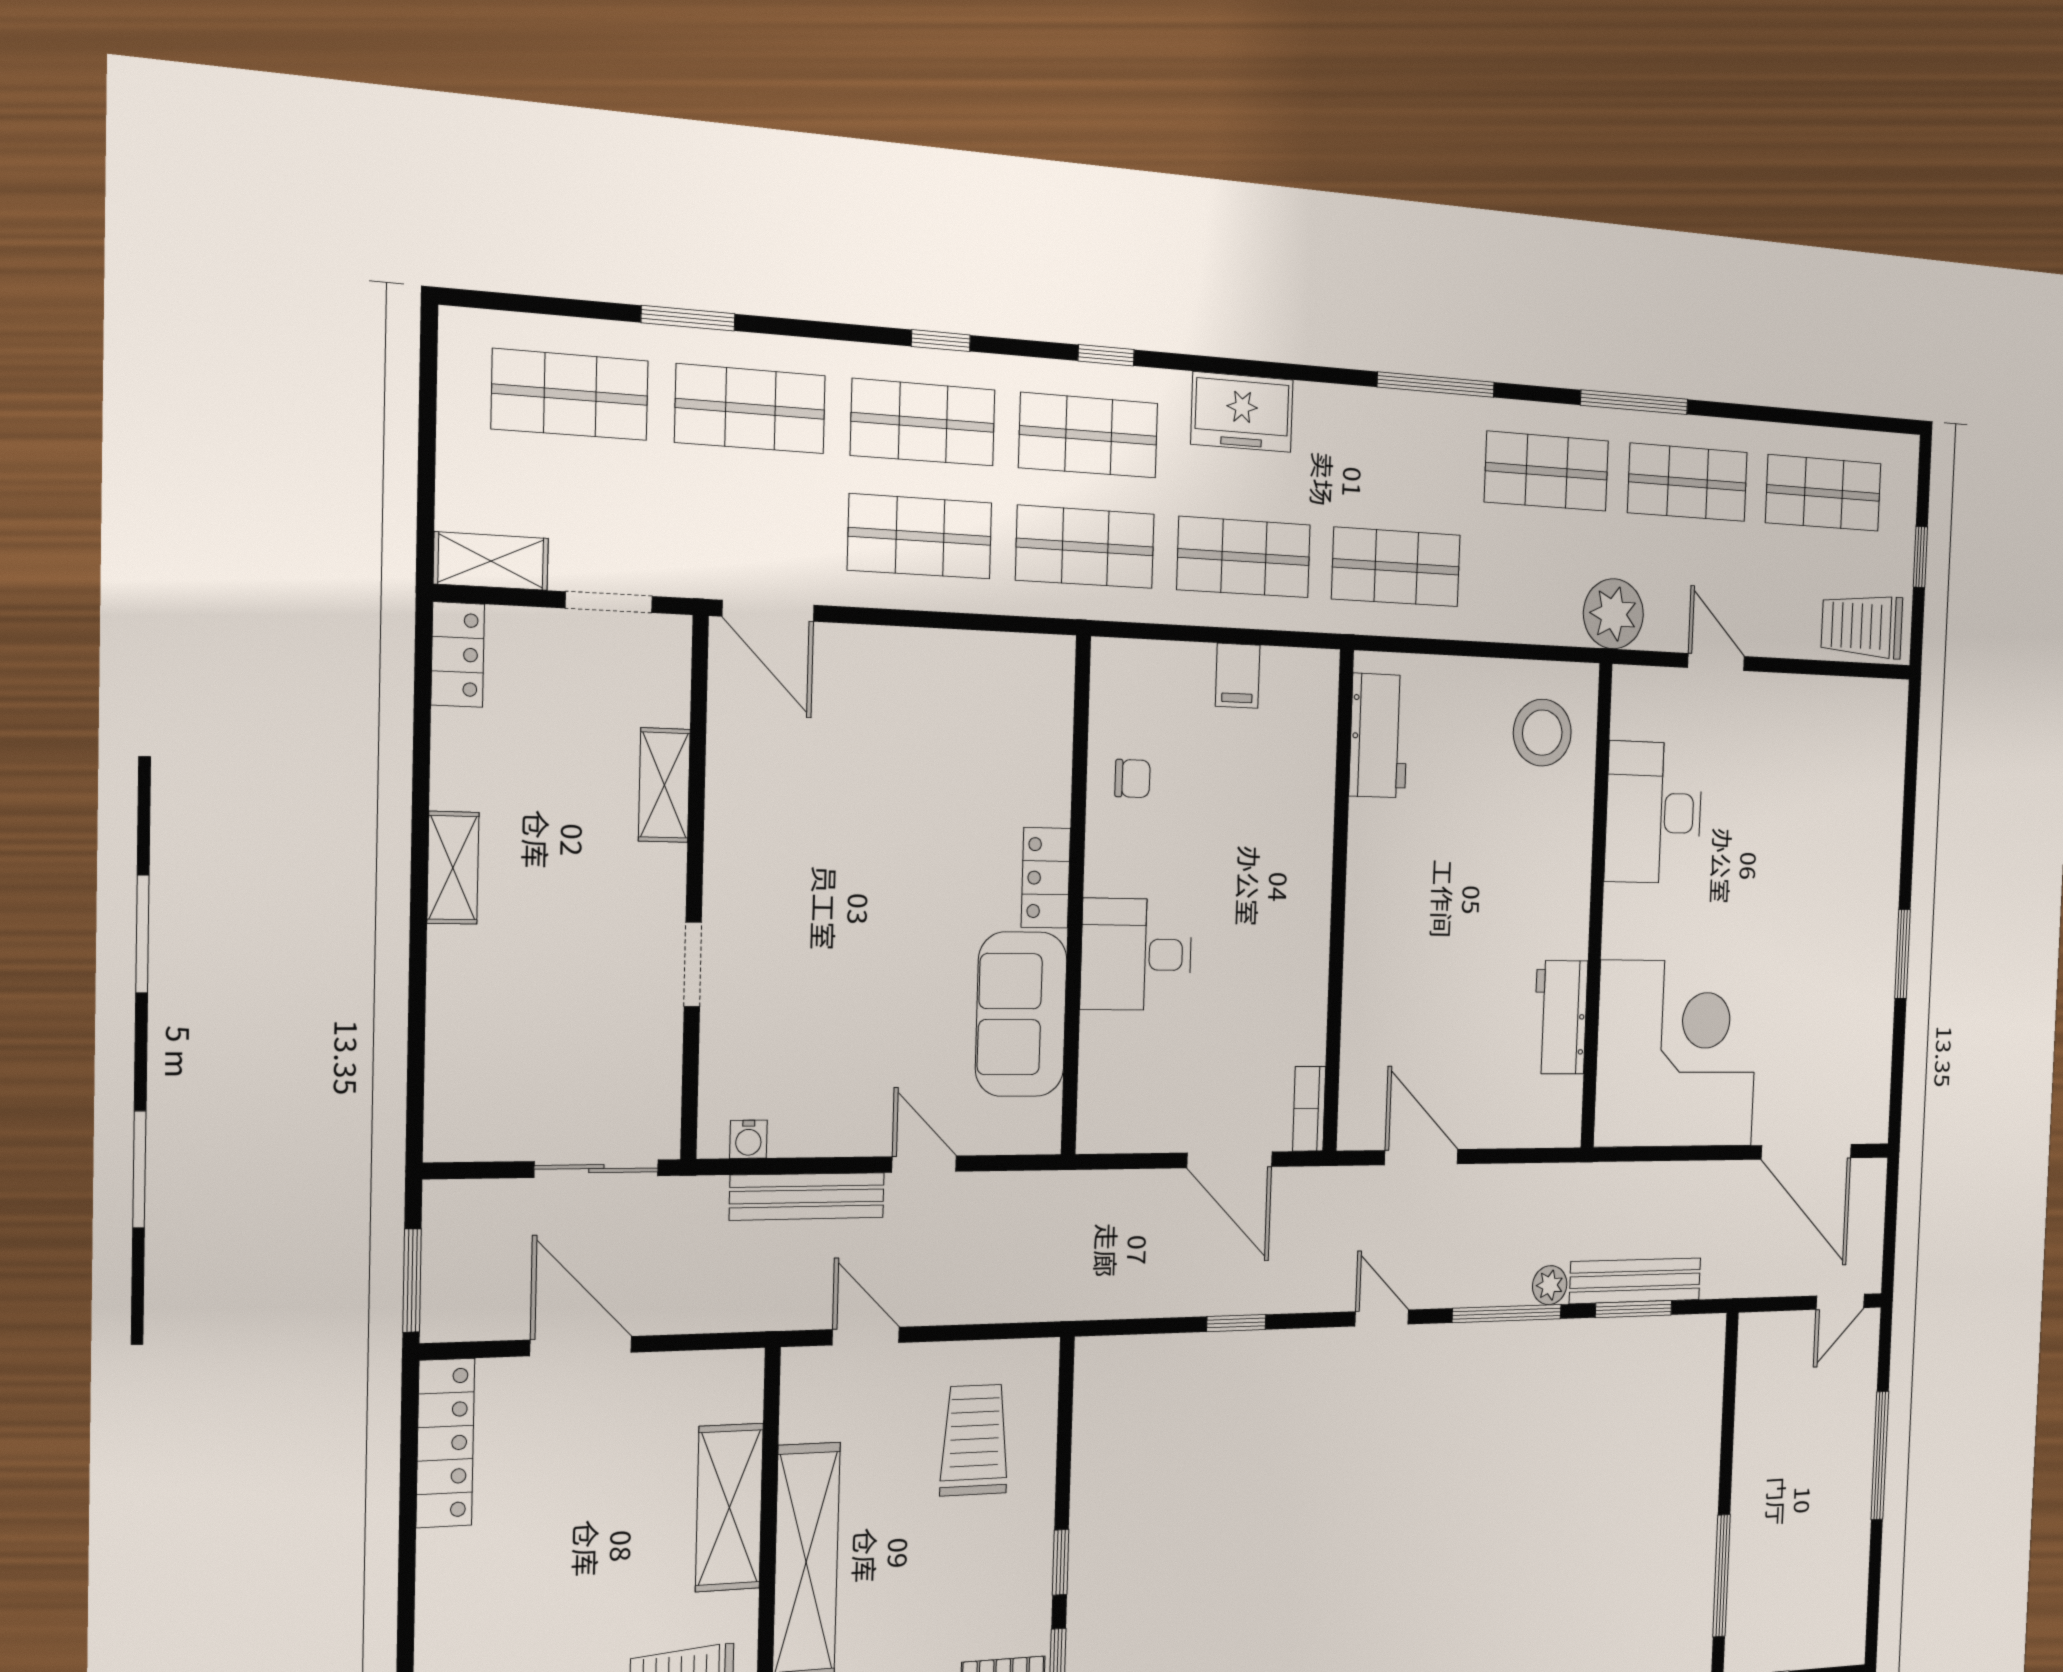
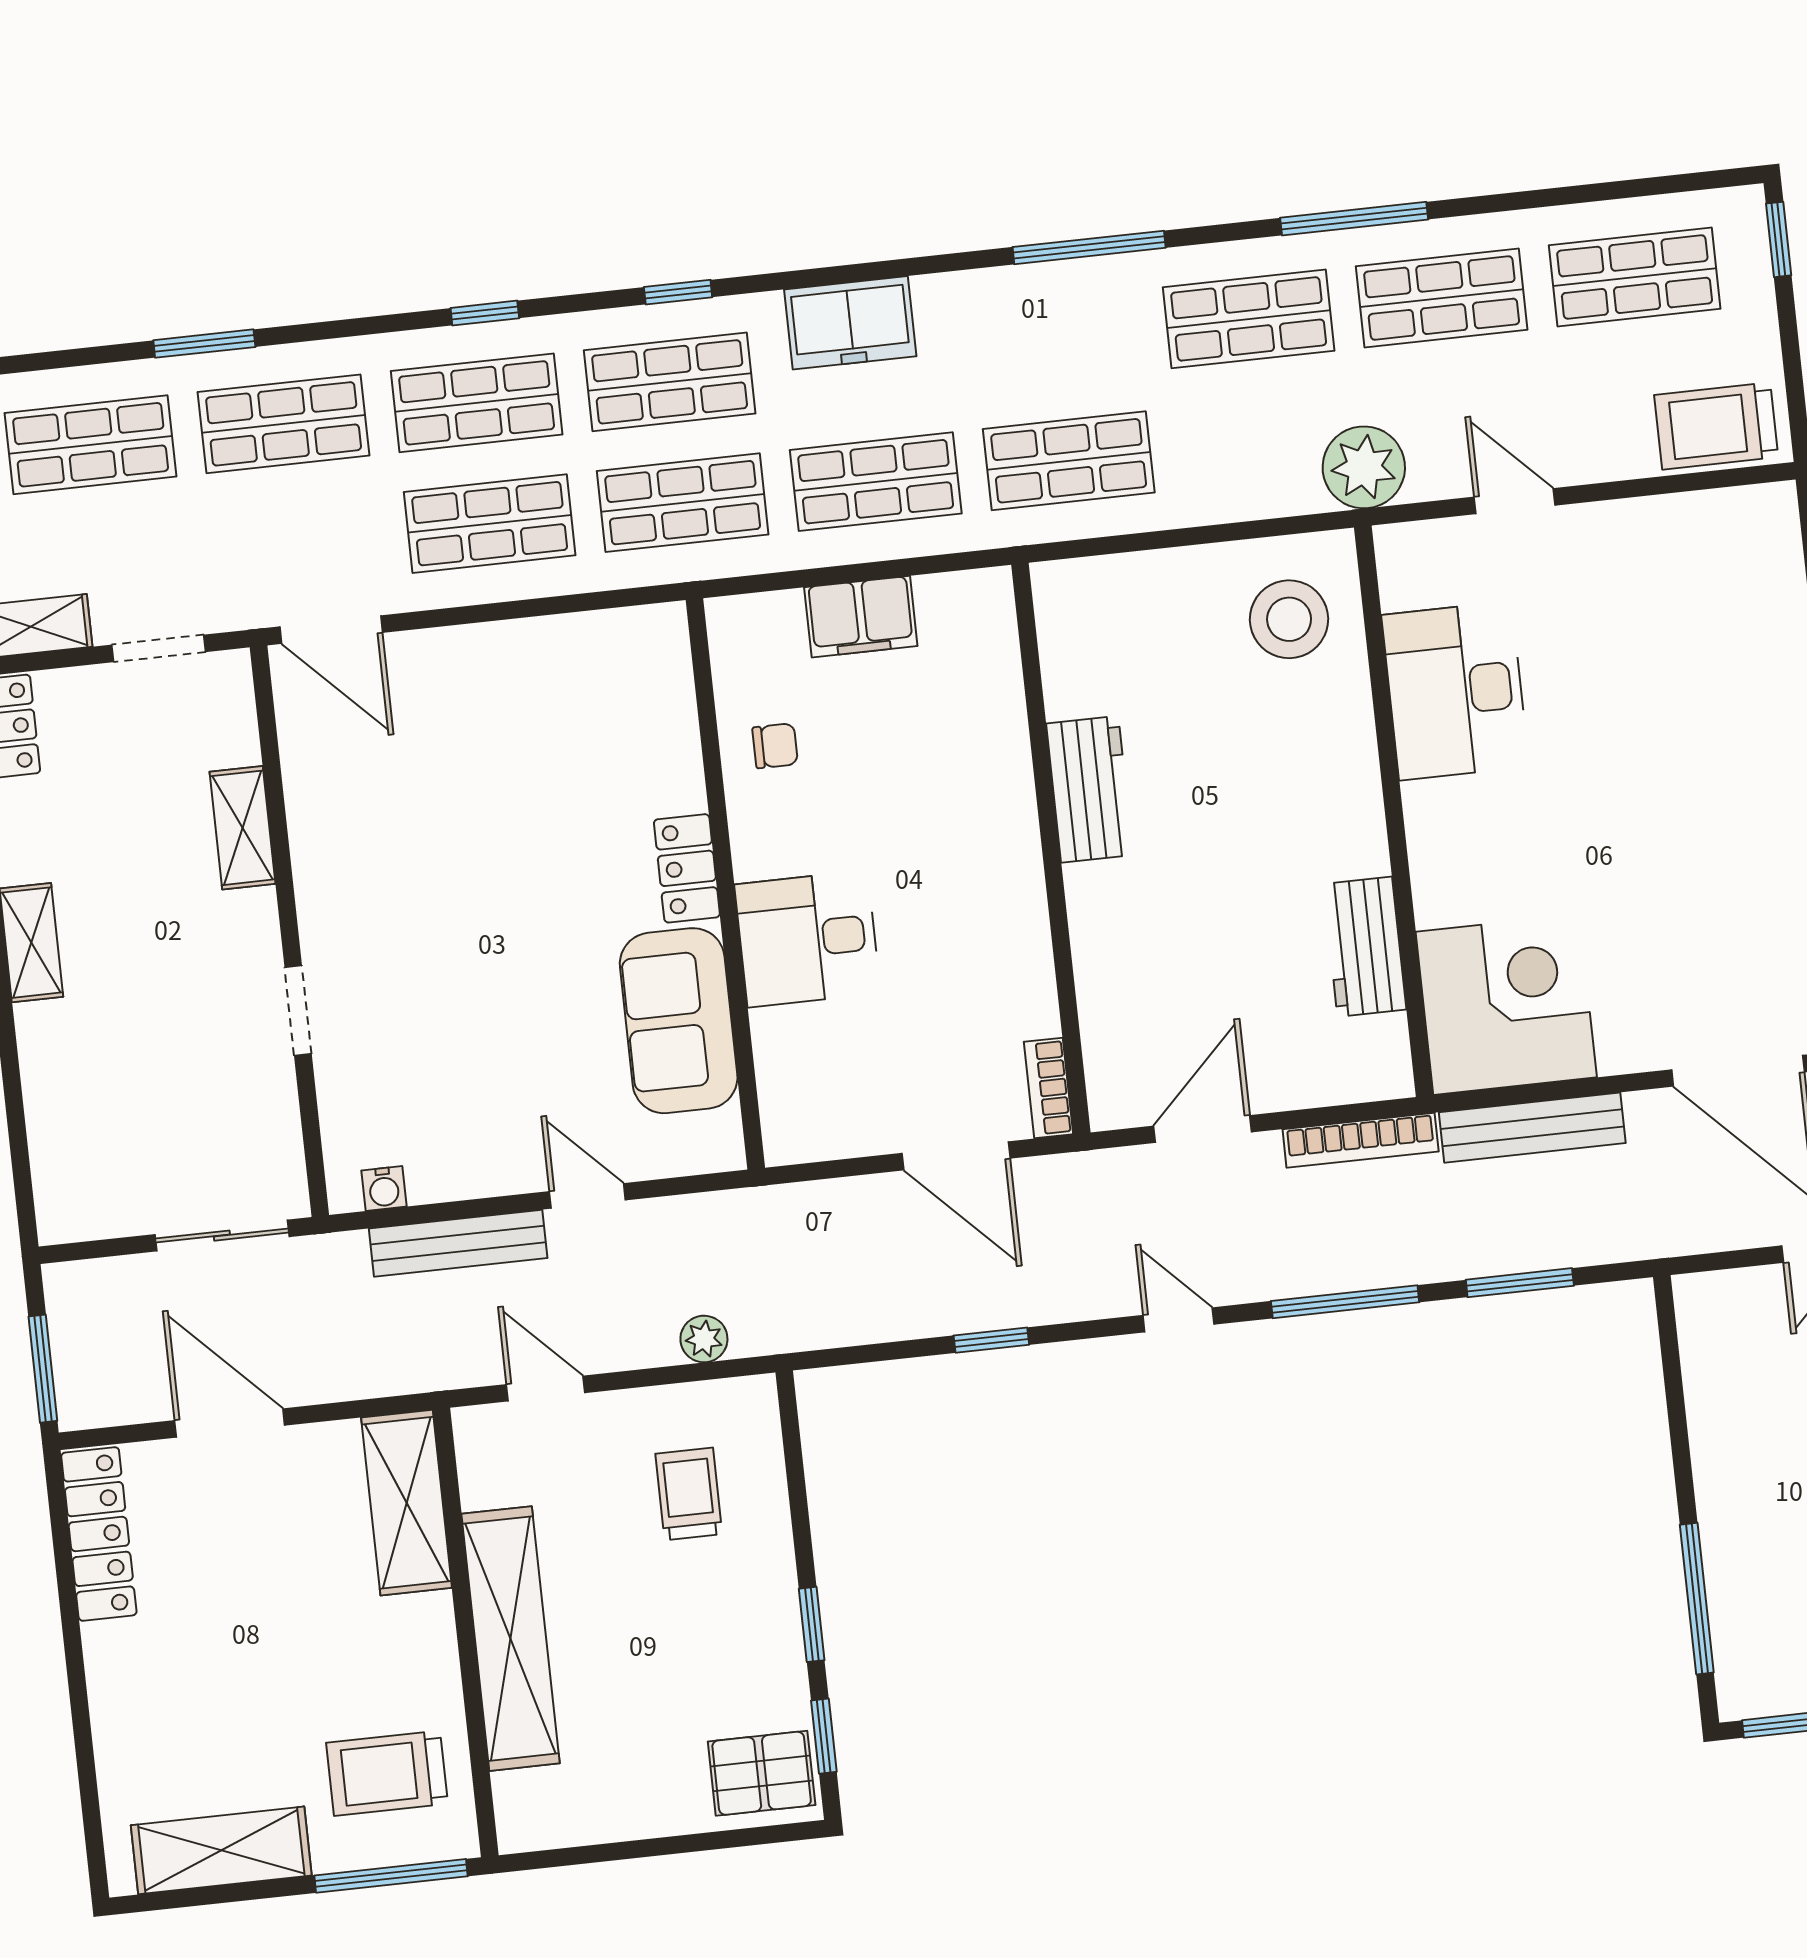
window: (1920, 557) -> (1779, 239), moved
filing cabinet: (1238, 676) -> (861, 617), width x2.00
workbench: (1379, 736) -> (1090, 789), moved
corner desk: (1677, 1054) -> (1506, 1005), width x0.74, depth x0.74
door: (1421, 1157) -> (1203, 1129), hinge flipped
bookcase: (1536, 1179) -> (1361, 1140), added
bench: (1635, 1281) -> (1532, 1128), moved
plant: (1550, 1285) -> (704, 1339), moved
trolley: (975, 1440) -> (689, 1494), width x0.73, depth x0.72
shelving: (729, 1507) -> (407, 1503), moved

